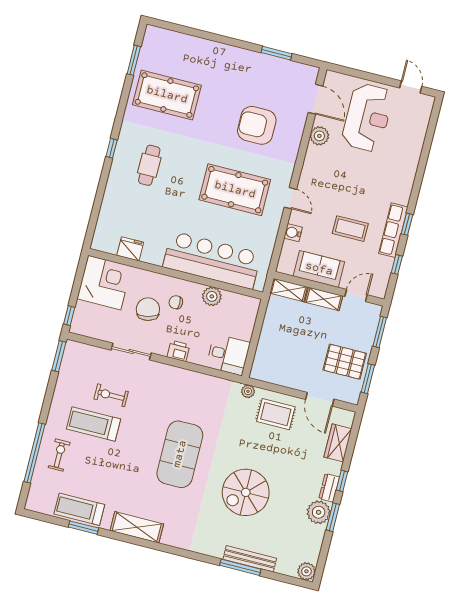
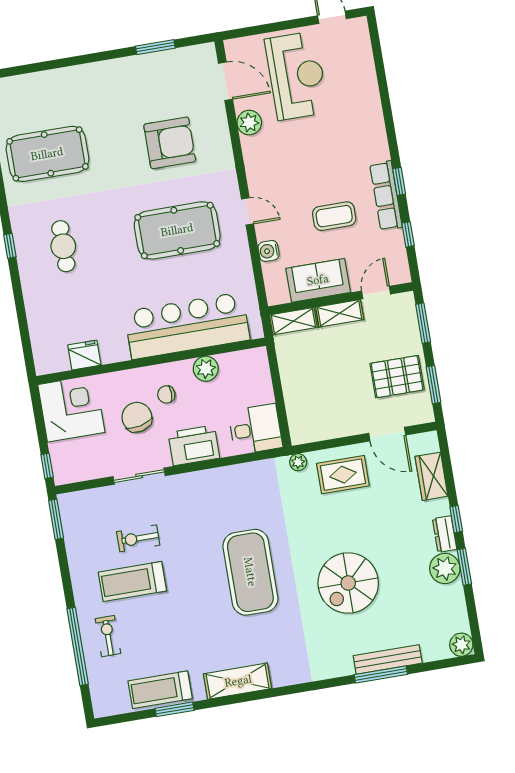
armchair: (257, 125) -> (170, 143), turned 180
printer: (178, 351) -> (194, 445), width x1.87, depth x1.48

